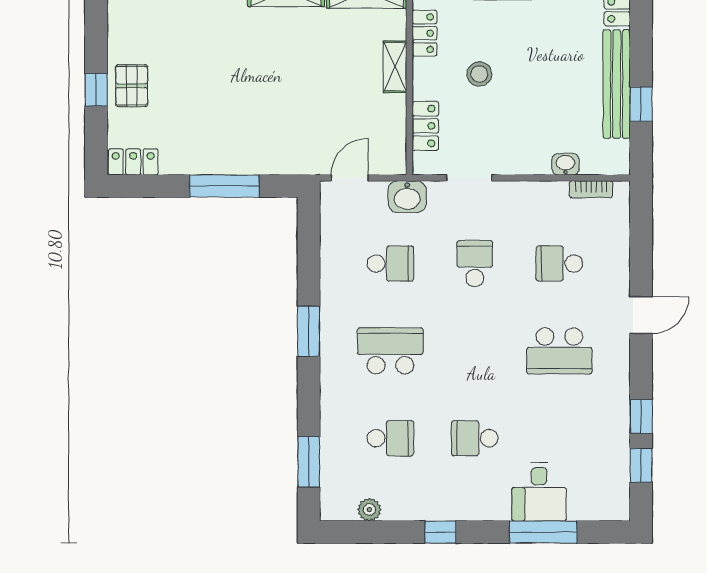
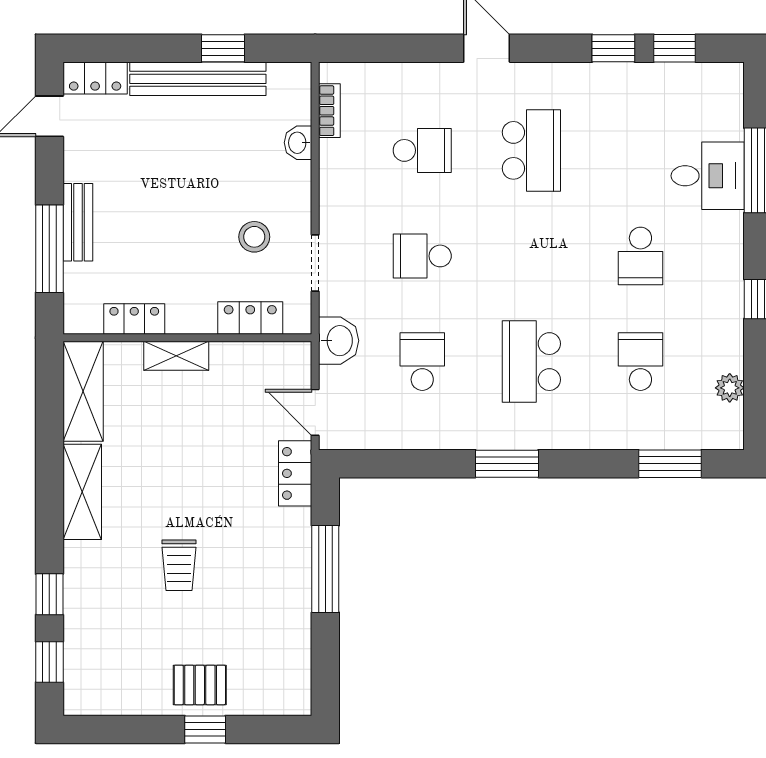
trolley: (227, 69) -> (179, 565), added
stool: (479, 74) -> (254, 237), moved
locker: (133, 162) -> (295, 473), moved
school desk: (559, 264) -> (422, 150), turned -90

